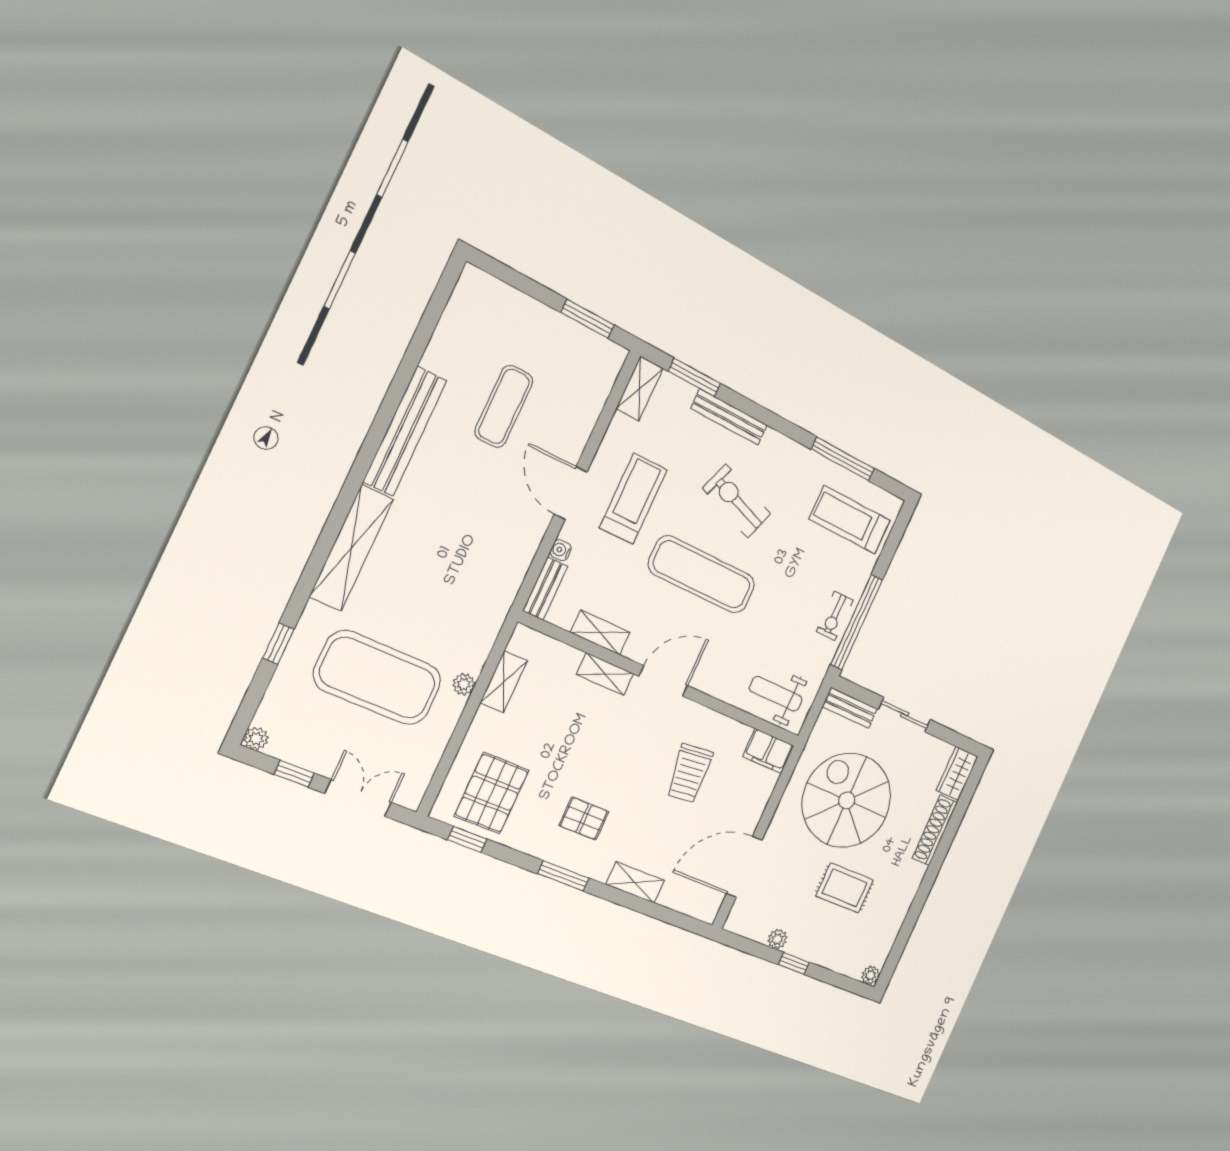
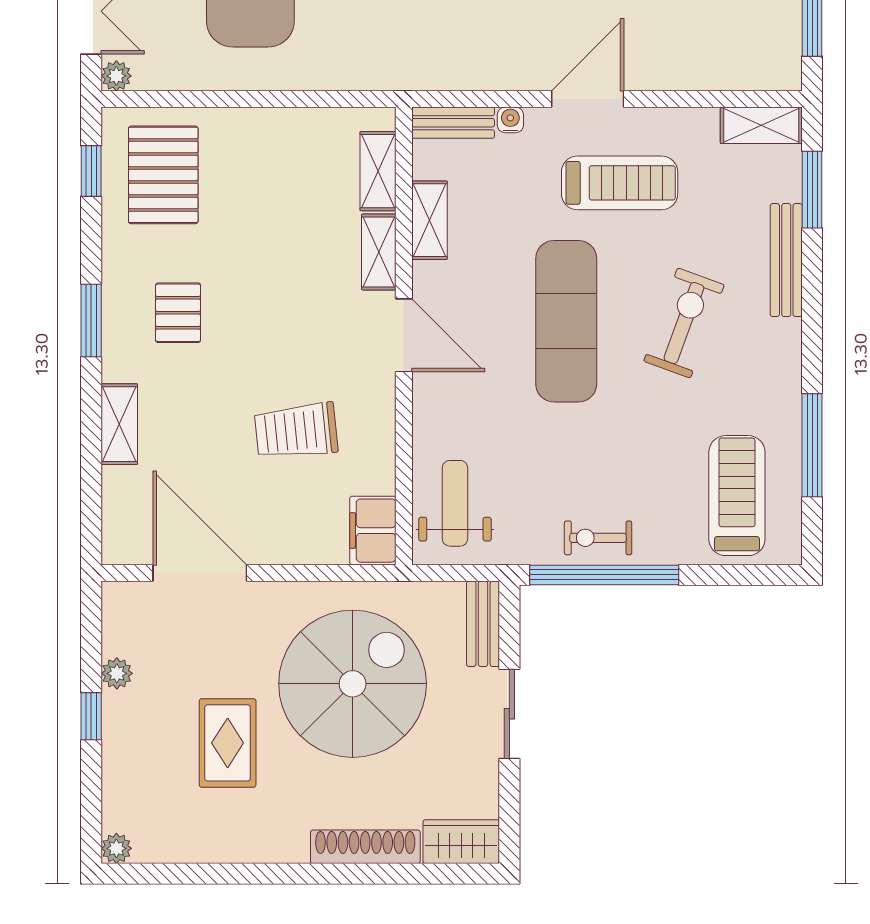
shelving: (504, 682) -> (378, 171), moved, turned 90
plant: (464, 684) -> (116, 76), moved
pallet: (492, 793) -> (163, 175), turned 90

